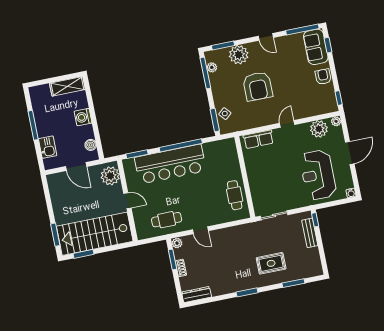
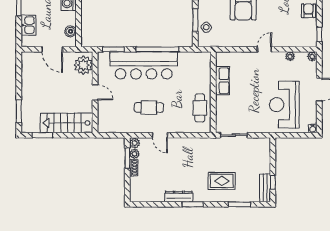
window: (215, 120) -> (195, 20), moved
plant: (319, 129) -> (290, 56), width x0.53, depth x0.53
row of seats: (258, 139) -> (222, 81), moved, turned -90
cafe table: (167, 220) -> (149, 107), moved
window: (315, 220) -> (273, 182), moved
bench: (310, 233) -> (265, 188), moved
stairs: (95, 234) -> (67, 123), width x0.73, depth x0.66
plant: (179, 254) -> (134, 154), added
dresser: (197, 294) -> (179, 196), moved

